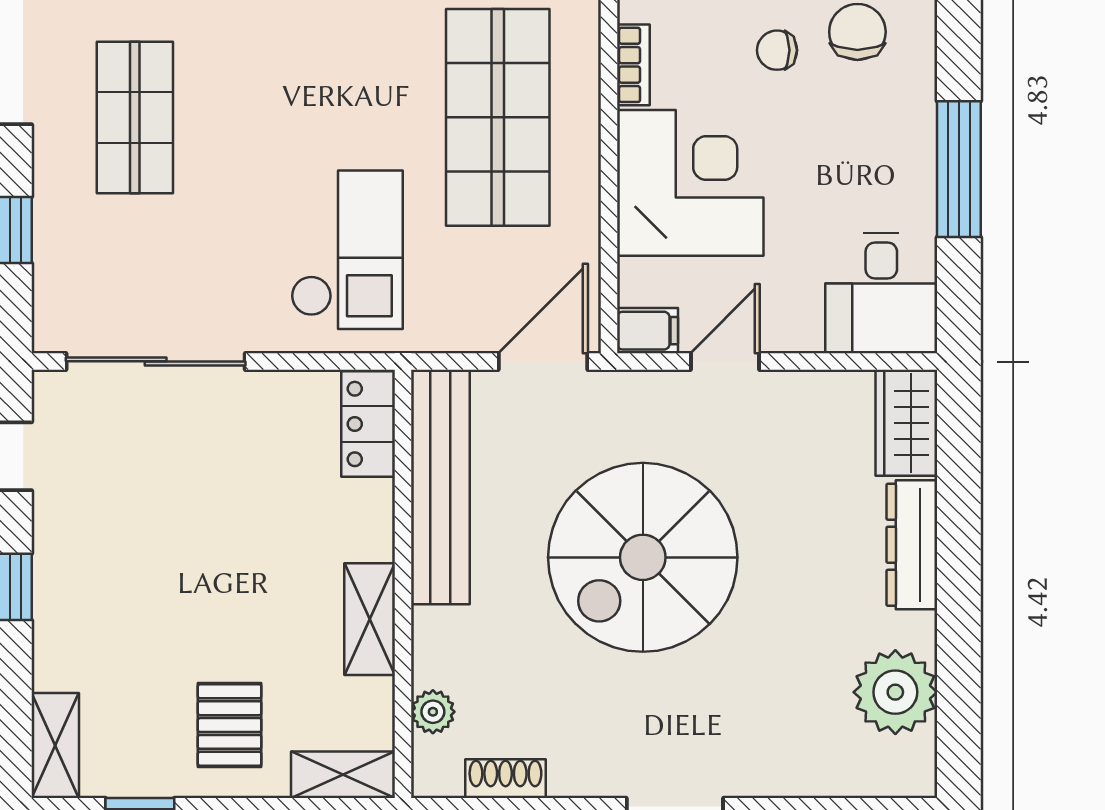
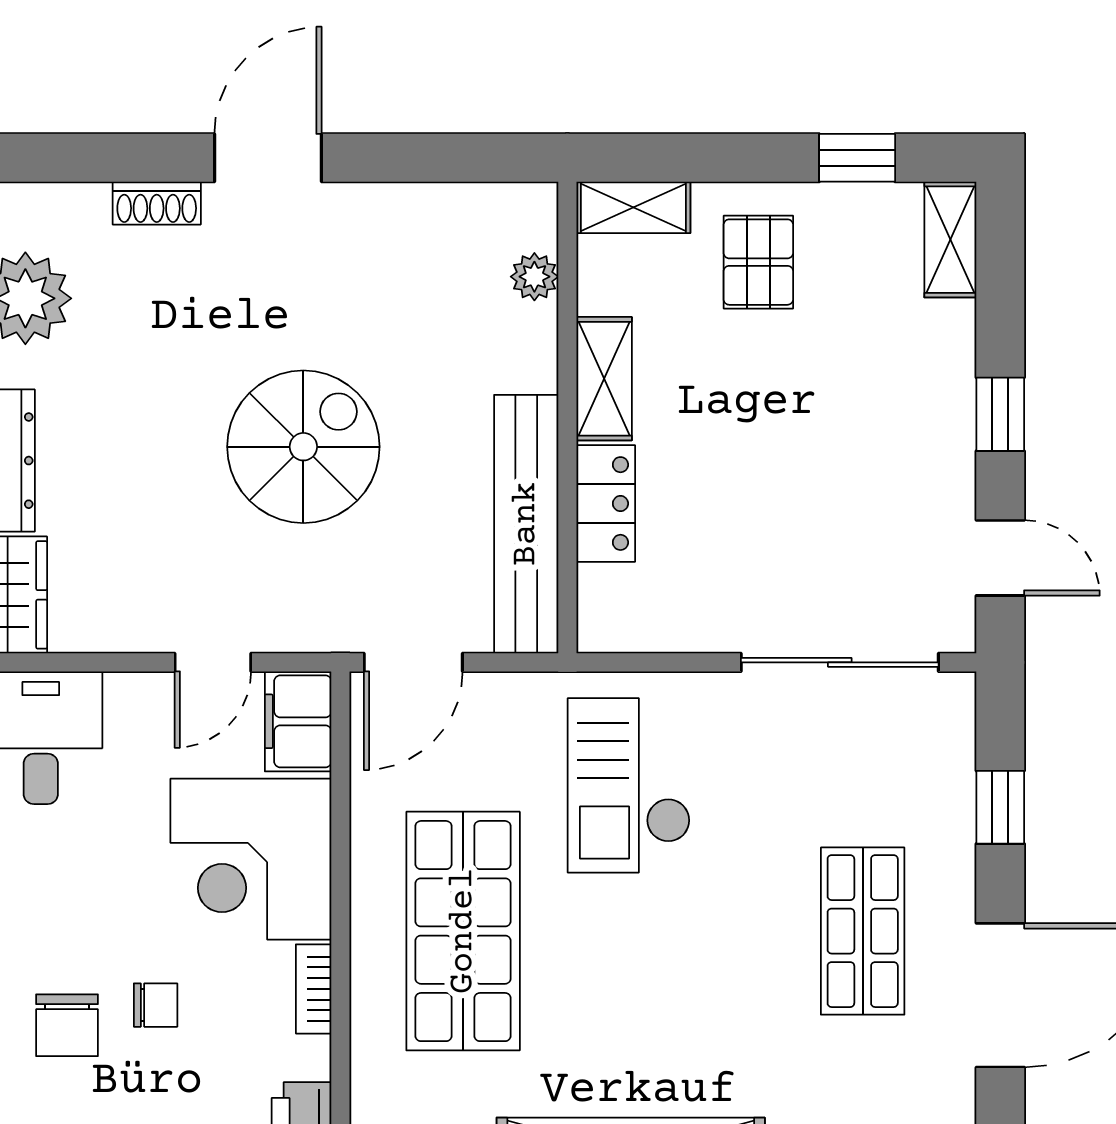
filing cabinet: (648, 331) -> (298, 721), width x2.00
locker: (368, 424) -> (606, 504), moved
spiral stairs: (643, 557) -> (303, 447), width x0.73, depth x0.73
shoe rack: (505, 779) -> (157, 203), moved

